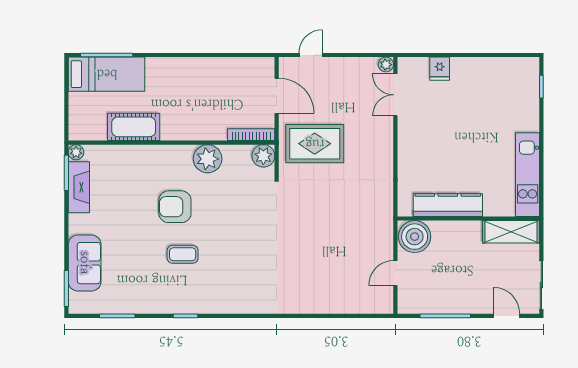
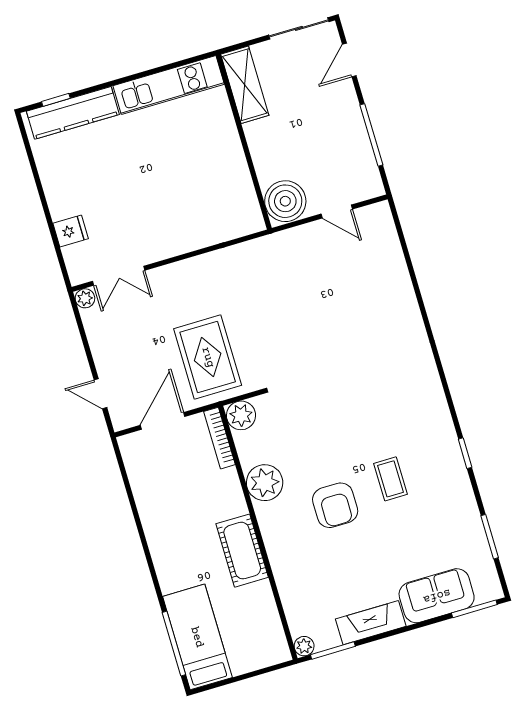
cot: (134, 127) -> (242, 551), moved
fireplace: (79, 187) -> (371, 623), moved
kitchen counter: (448, 205) -> (73, 113), moved, turned -90

